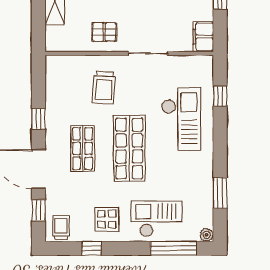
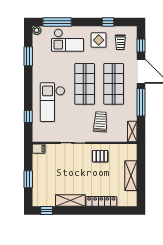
filing cabinet: (203, 37) -> (39, 149), width x0.50
shelving: (53, 72) -> (132, 131), added
window: (38, 119) -> (141, 102), width x2.17
shop shelf: (83, 148) -> (114, 84), width x1.43, depth x1.36
trolley: (61, 227) -> (120, 42), moved

